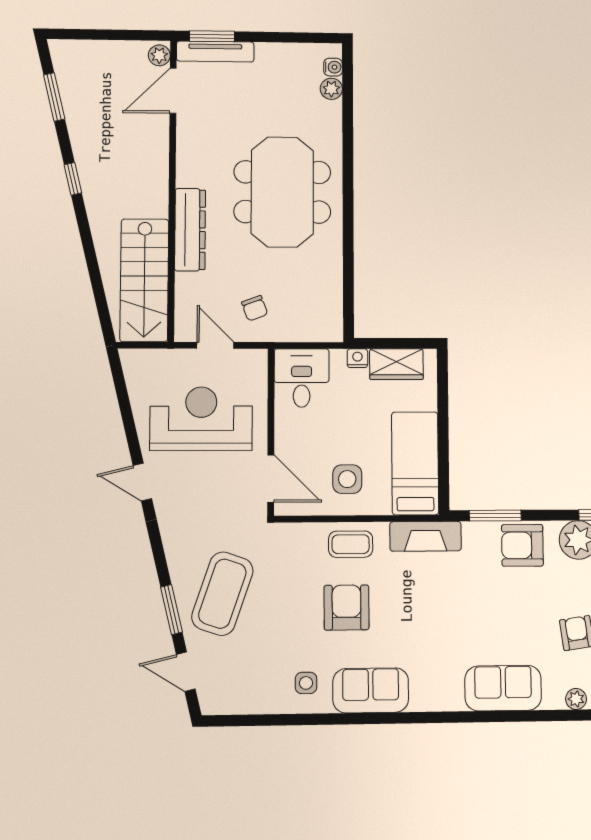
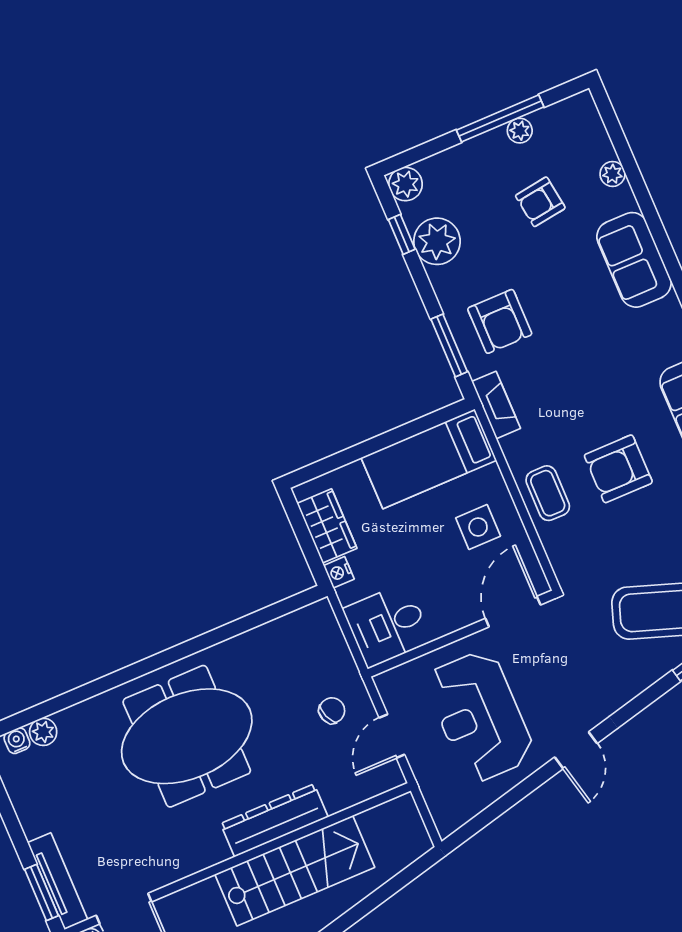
stairs: (144, 280) -> (295, 871), moved
fireplace: (426, 536) -> (496, 405), width x0.73, depth x0.76
armchair: (522, 545) -> (500, 321), moved

